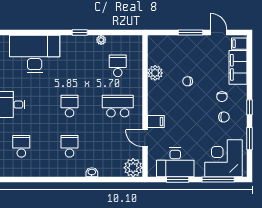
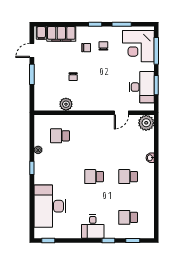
school desk: (118, 106) -> (94, 136), removed
filing cabinet: (156, 122) -> (107, 104), removed

